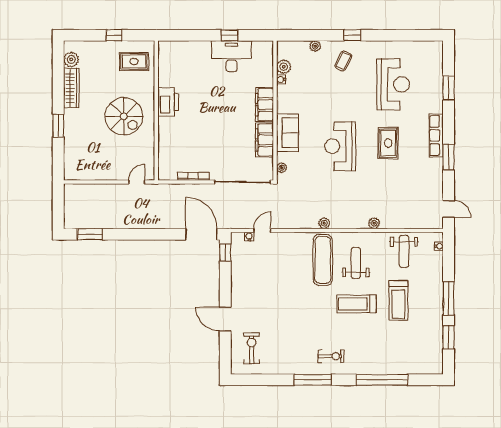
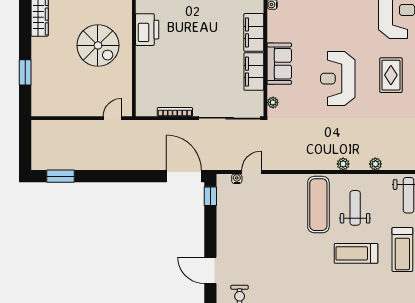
window: (58, 126) -> (25, 72), moved
plant: (324, 223) -> (343, 164), moved

